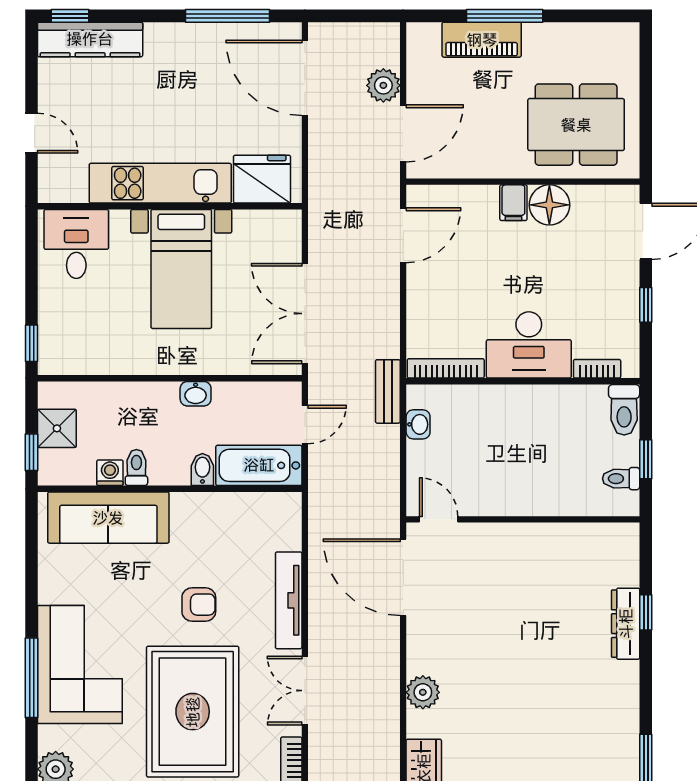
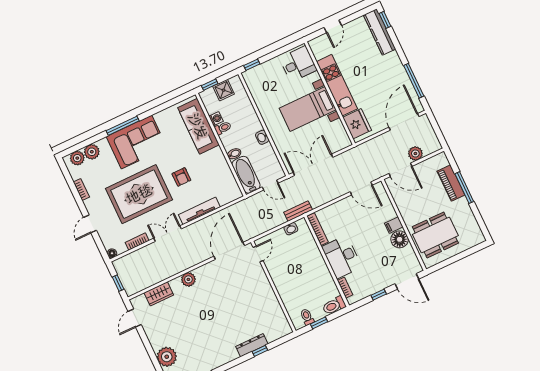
dining table: (576, 125) -> (435, 235), turned 90

